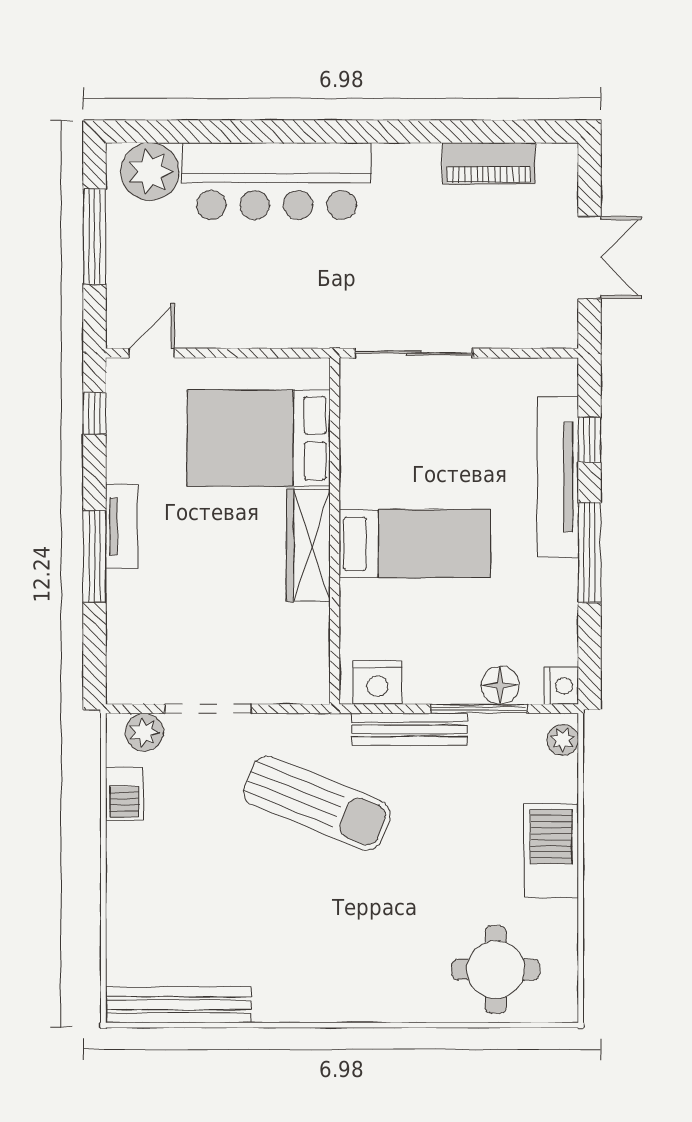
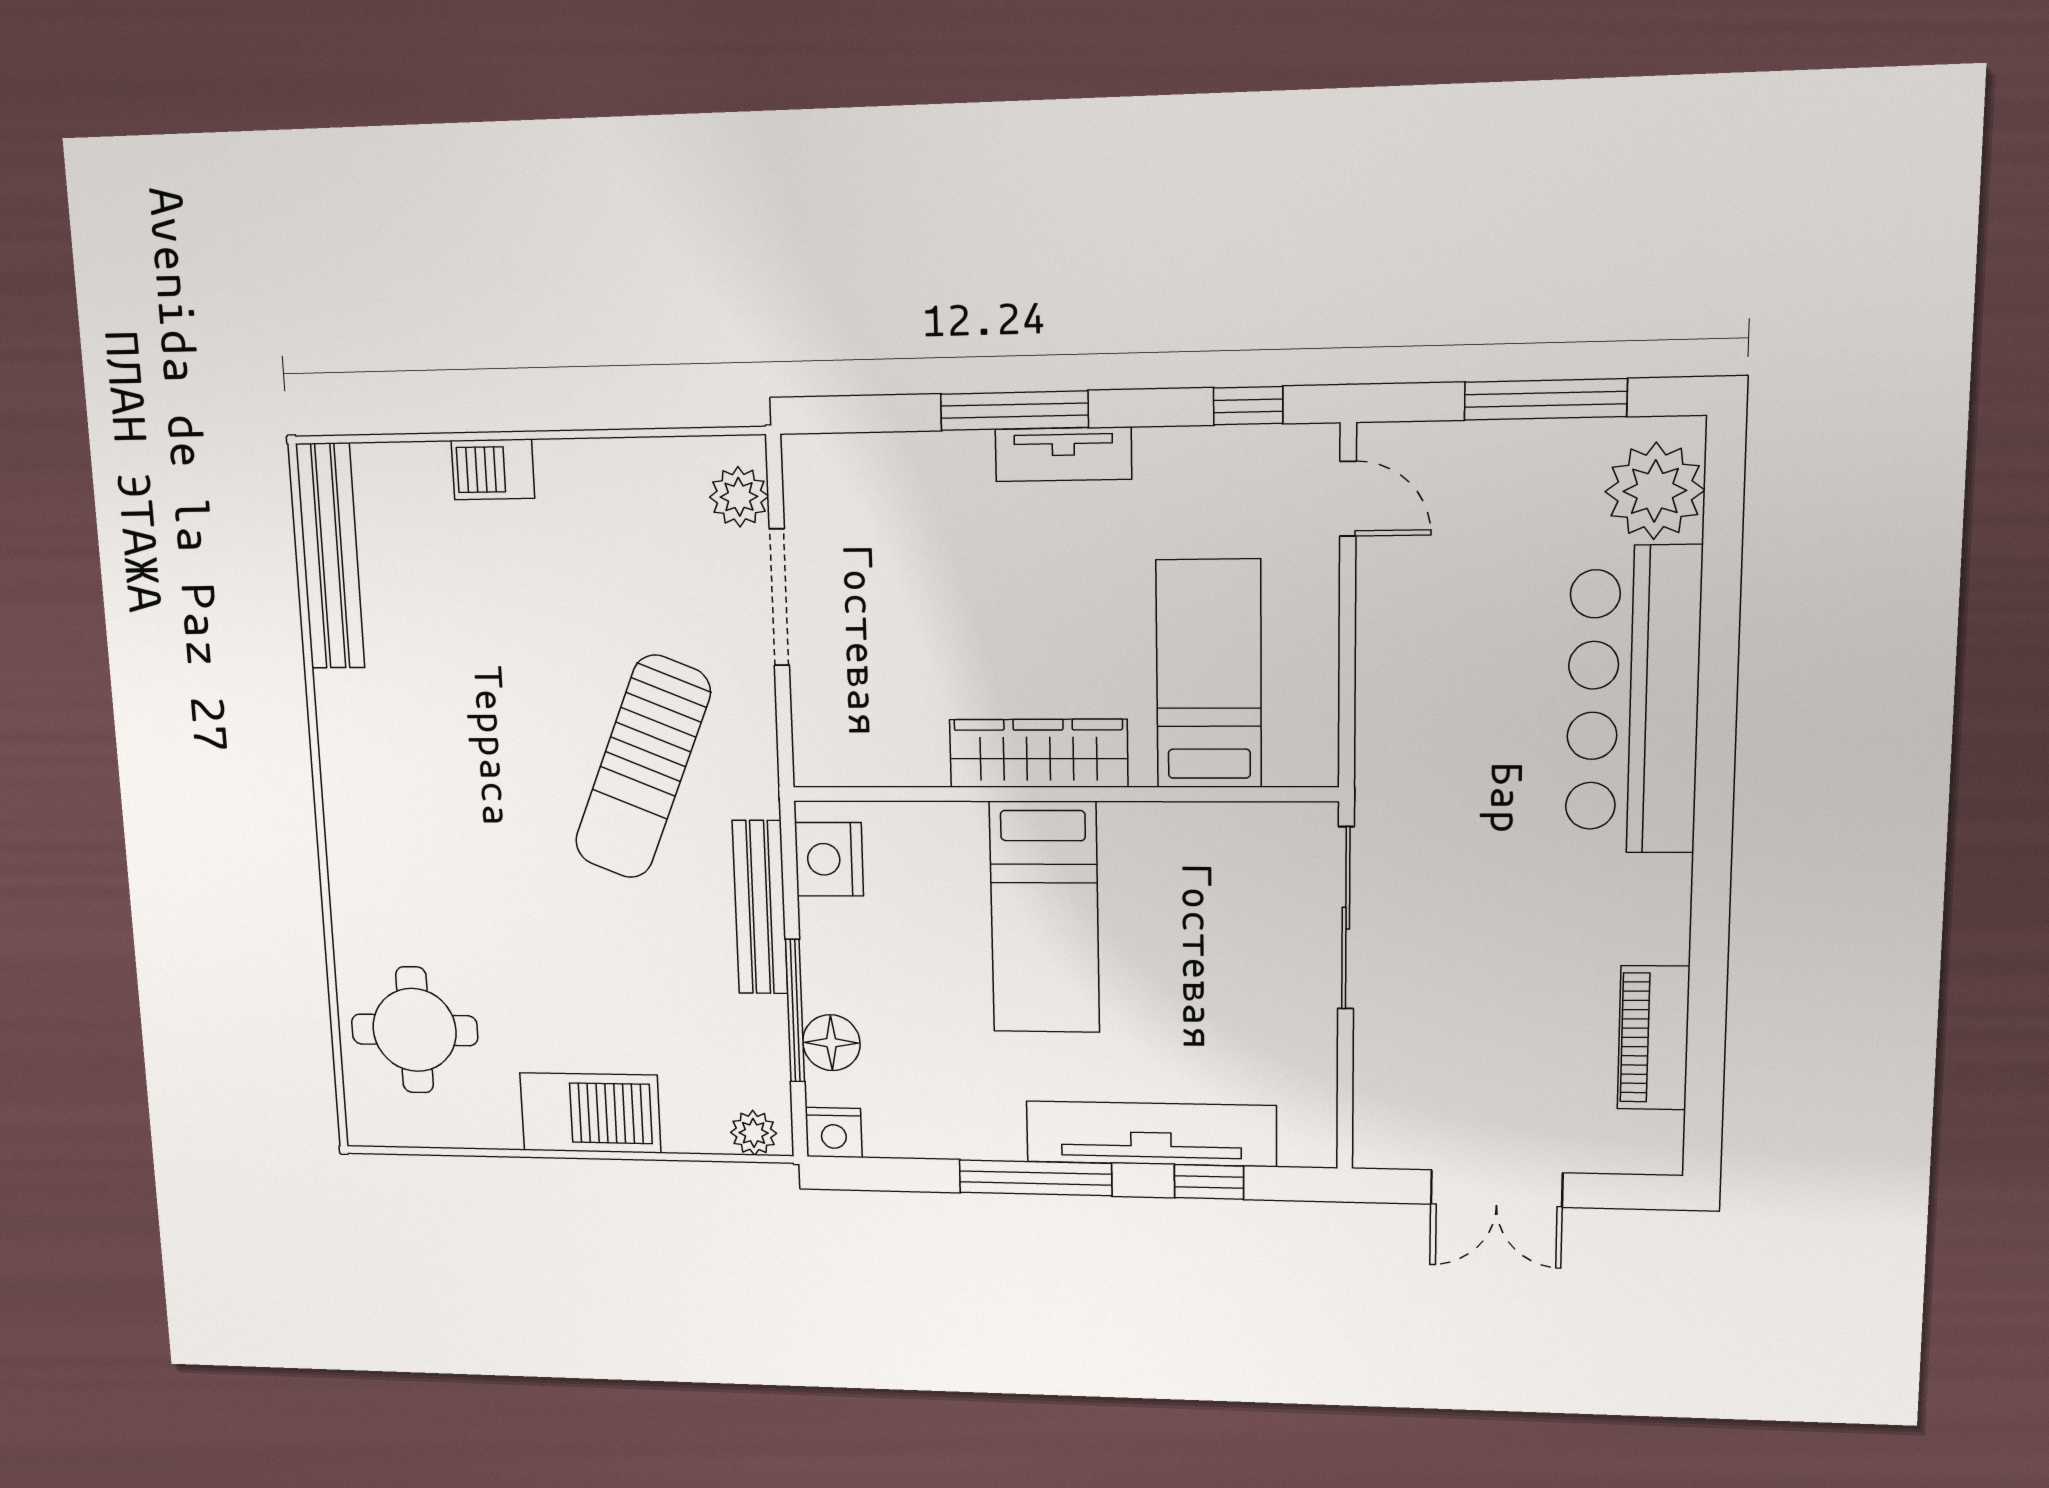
bed: (259, 438) -> (1209, 674), width x0.67
barbecue: (124, 794) -> (493, 469), moved

